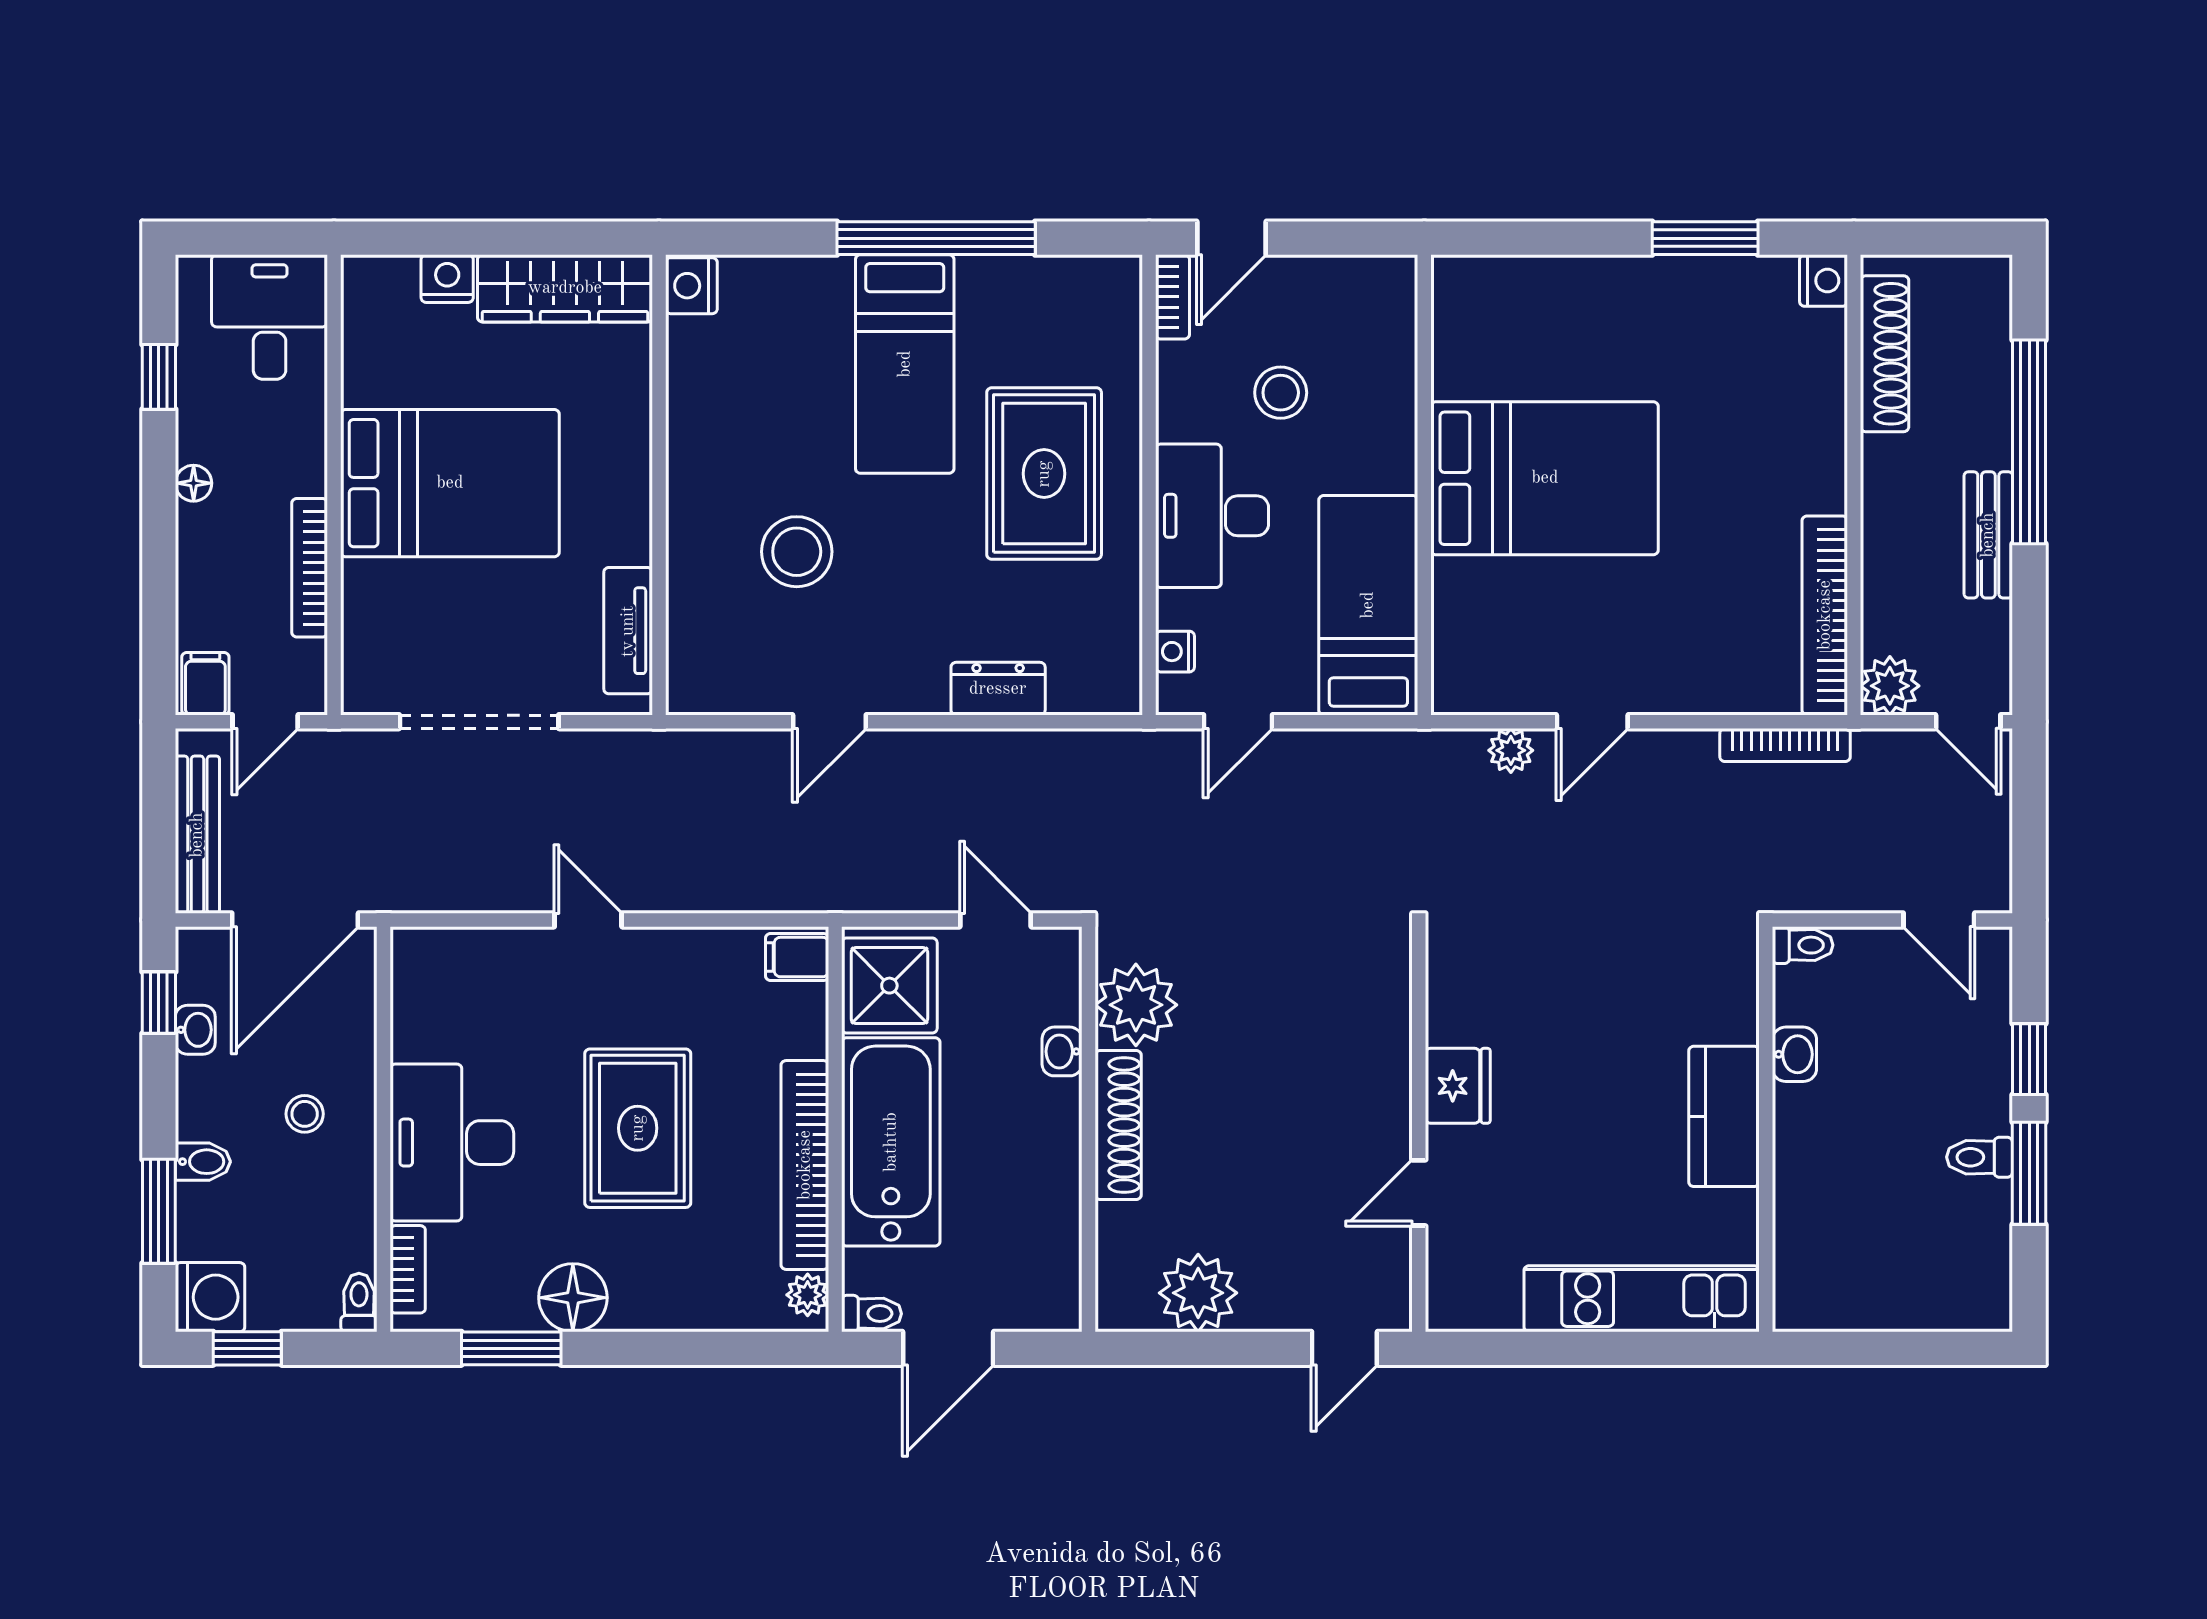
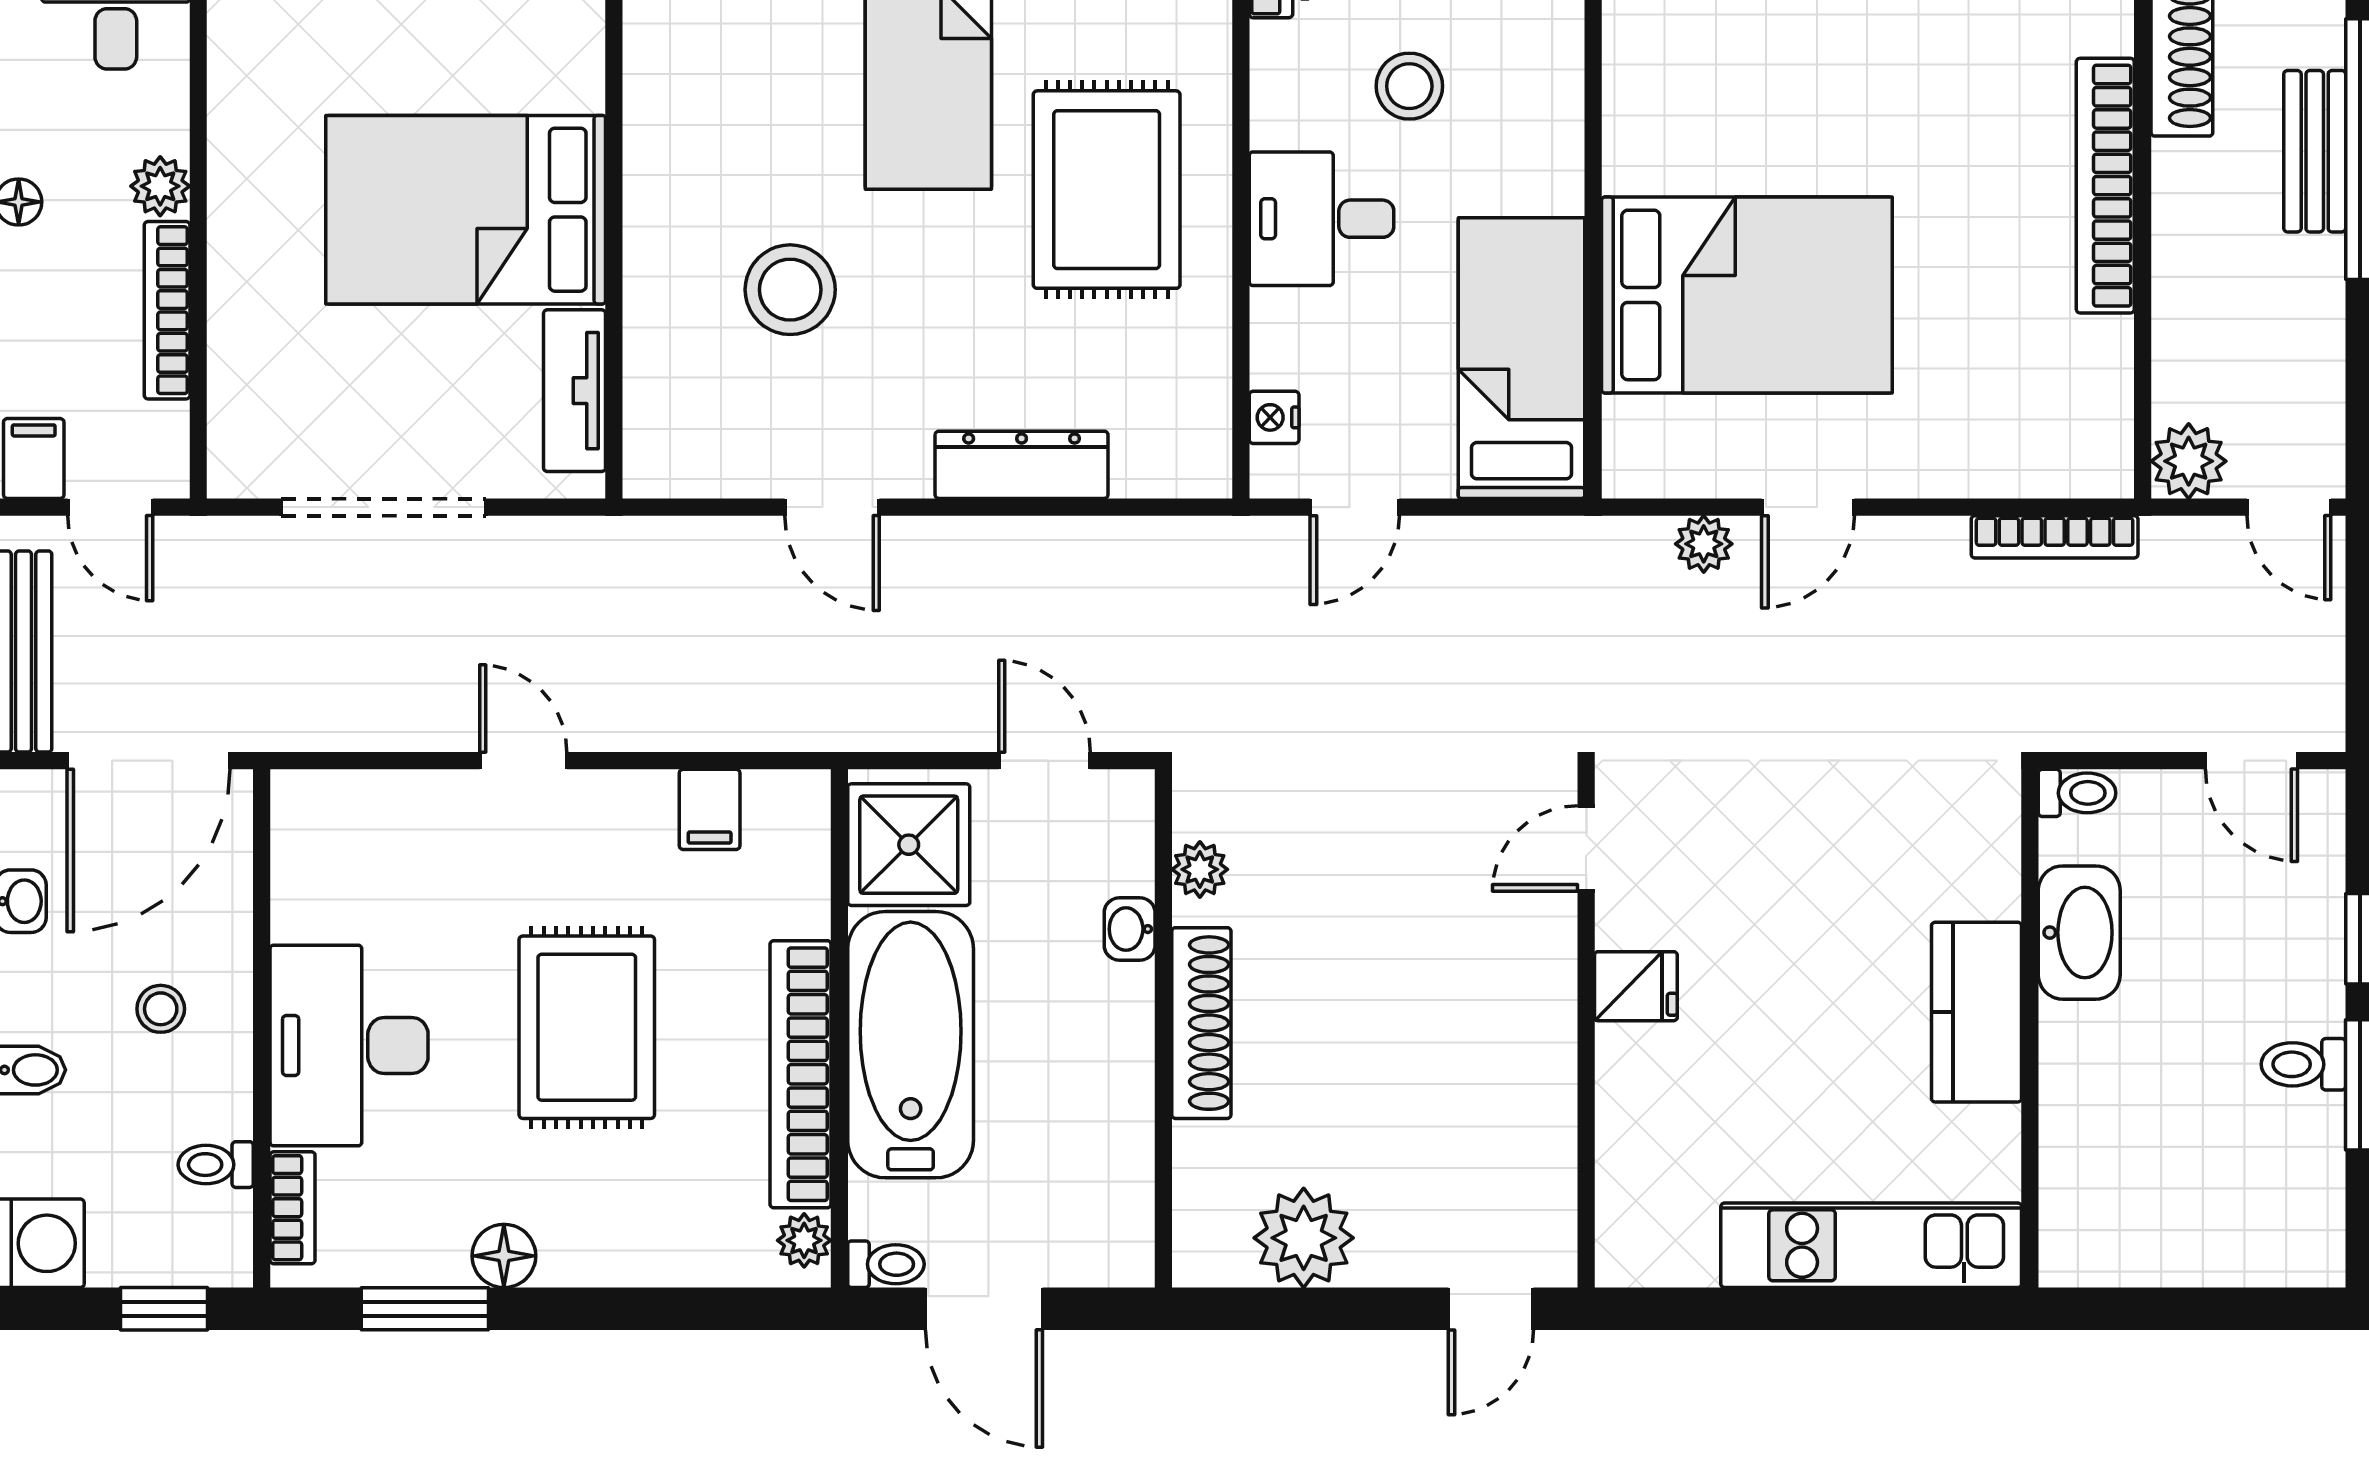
plant: (304, 471) -> (160, 186), added
bed: (1545, 478) -> (1747, 295), moved
bed: (450, 483) -> (466, 210), moved, turned 180
desk: (1212, 516) -> (1322, 219), width x0.73
bench: (1988, 535) -> (2315, 151), moved
bookcase: (1825, 615) -> (2105, 186), moved
dresser: (998, 689) -> (1022, 465), width x1.44
door: (265, 722) -> (110, 507), hinge flipped
door: (829, 722) -> (832, 507), hinge flipped
filing cabinet: (797, 957) -> (710, 809), moved, turned -90
plant: (1136, 1005) -> (1200, 869), width x0.53, depth x0.53
washbasin: (1794, 1054) -> (2079, 933), width x1.91, depth x1.45
fridge: (1458, 1086) -> (1636, 986), width x0.72
door: (1419, 1193) -> (1586, 848), moved
floor lamp: (573, 1298) -> (504, 1256), width x0.73, depth x0.73
toilet: (359, 1303) -> (216, 1165), moved, turned -90
window: (247, 1348) -> (164, 1309), moved
door: (948, 1348) -> (984, 1309), hinge flipped

